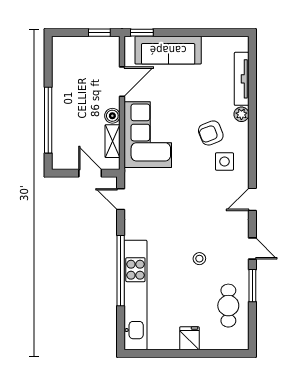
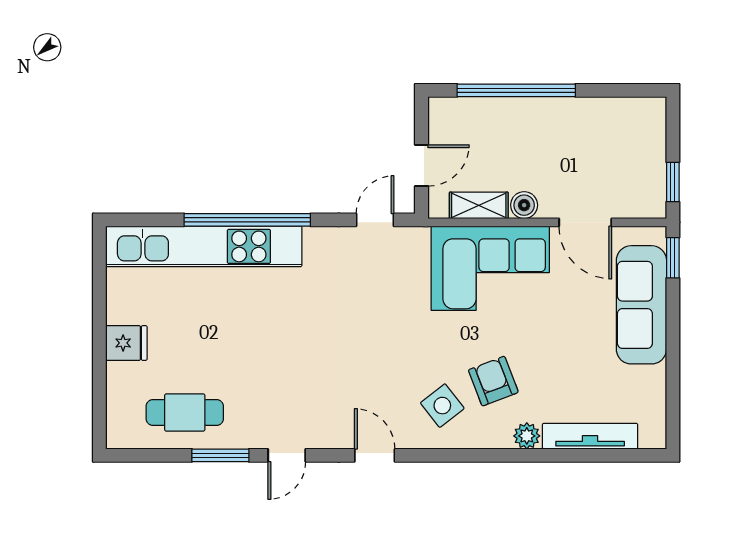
side table: (224, 162) -> (442, 406), turned -38
stool: (199, 259) -> (269, 361), removed

